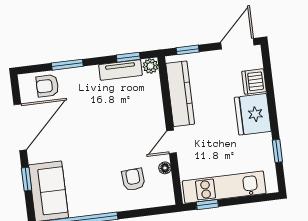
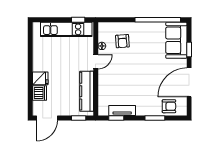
plant: (150, 66) -> (103, 111), removed
fridge: (253, 114) -> (40, 78), width x0.53, depth x0.75
window: (277, 151) -> (30, 48), removed

